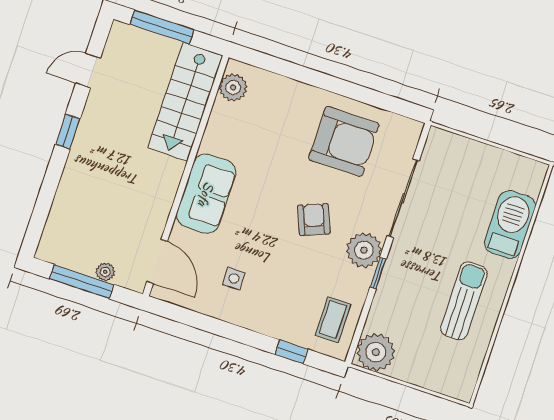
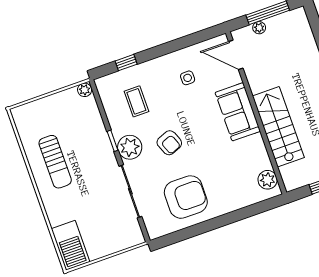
stairs: (185, 102) -> (278, 127), moved
armchair: (344, 141) -> (186, 197), turned 180
barbecue: (510, 224) -> (71, 245), moved
coffee table: (333, 320) -> (136, 101), moved
plant: (376, 352) -> (85, 90), width x0.53, depth x0.53

